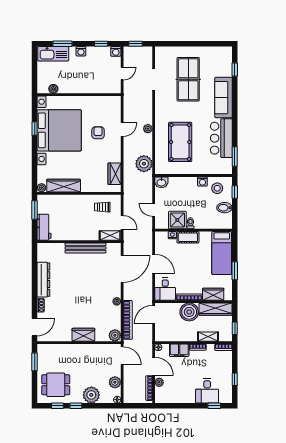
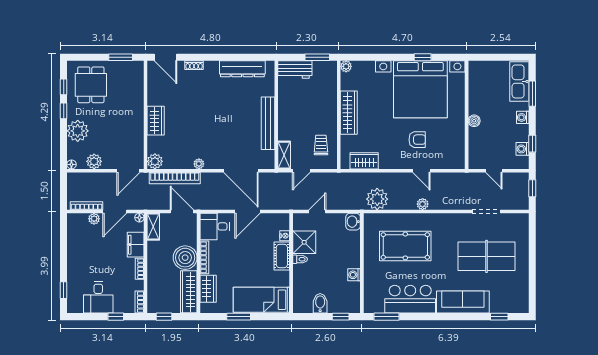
washing machine: (116, 51) -> (522, 149), moved
boiler: (53, 89) -> (474, 121), moved
wardrobe: (64, 186) -> (349, 113), moved
stool: (217, 188) -> (345, 294), removed
dresser: (43, 280) -> (242, 69), moved
shelving: (208, 337) -> (153, 227), moved
window: (235, 379) -> (116, 317), moved
desk: (207, 391) -> (98, 297), moved, turned -90

